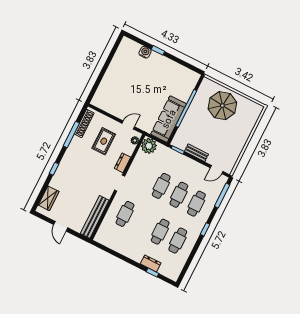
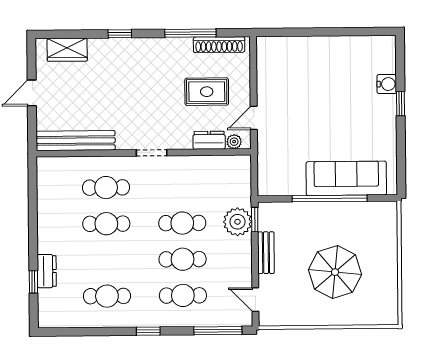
parasol: (222, 106) -> (335, 272), moved
sofa: (169, 119) -> (346, 178), moved
door: (128, 125) -> (254, 118), swing flipped
plant: (149, 146) -> (237, 222), moved
dresser: (122, 163) -> (209, 140), moved
cafe table: (160, 232) -> (106, 224), moved

